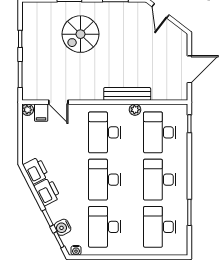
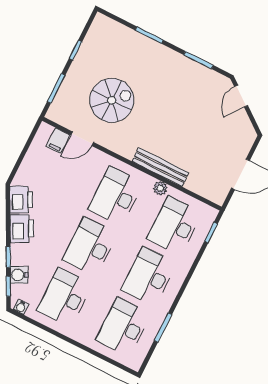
spiral stairs: (80, 34) -> (112, 100), moved, turned 180
door: (58, 102) -> (82, 139), hinge flipped
plant: (28, 110) -> (45, 130), removed

